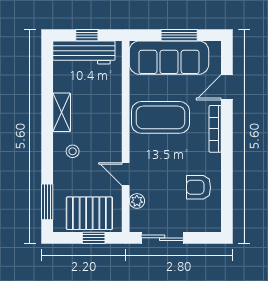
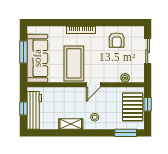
door: (227, 87) -> (55, 23), removed
door: (126, 174) -> (93, 85), moved
sliding door: (162, 238) -> (148, 51), moved

